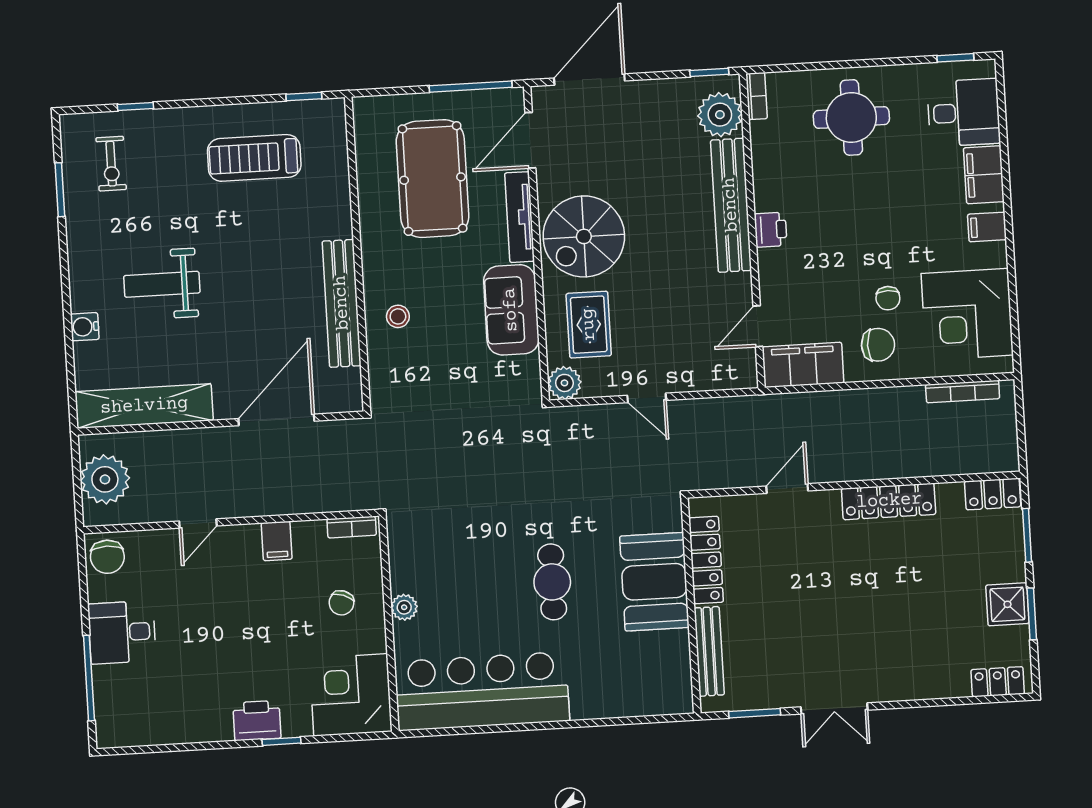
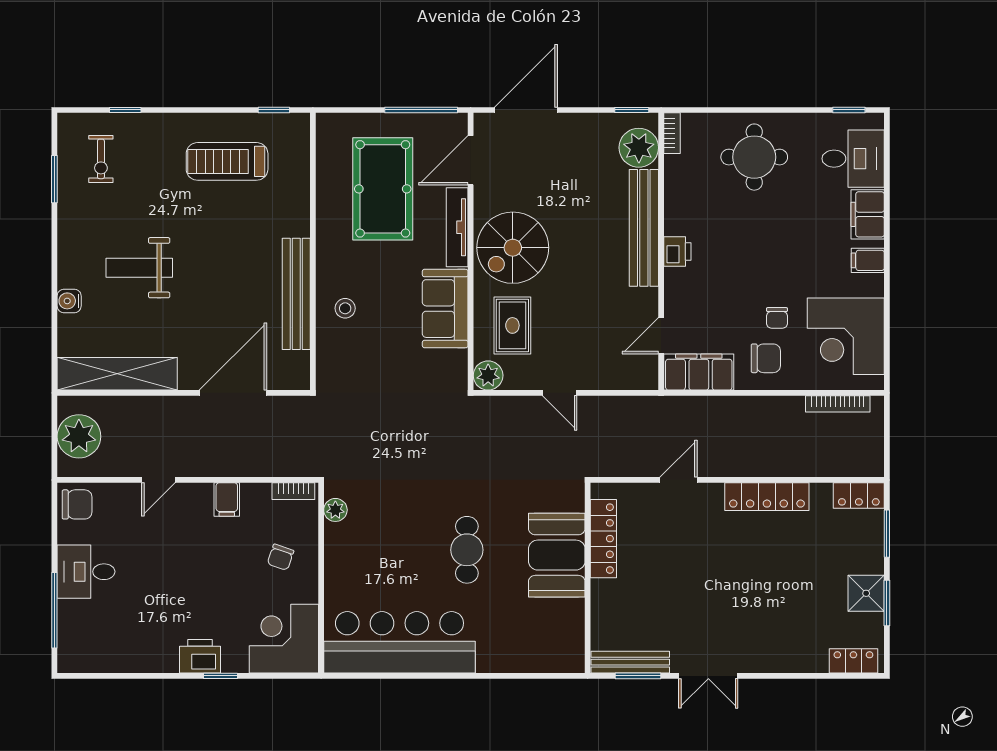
chair: (107, 557) -> (77, 504), turned -90
plant: (404, 607) -> (335, 510), moved
bench: (709, 651) -> (630, 662), moved, turned 90

